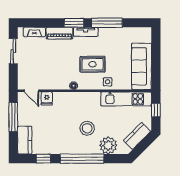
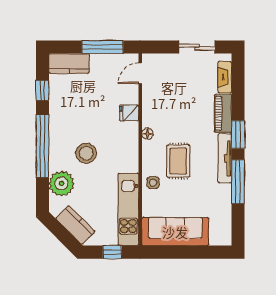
tv unit: (86, 32) -> (225, 158), width x1.41
fridge: (47, 98) -> (129, 113), moved

